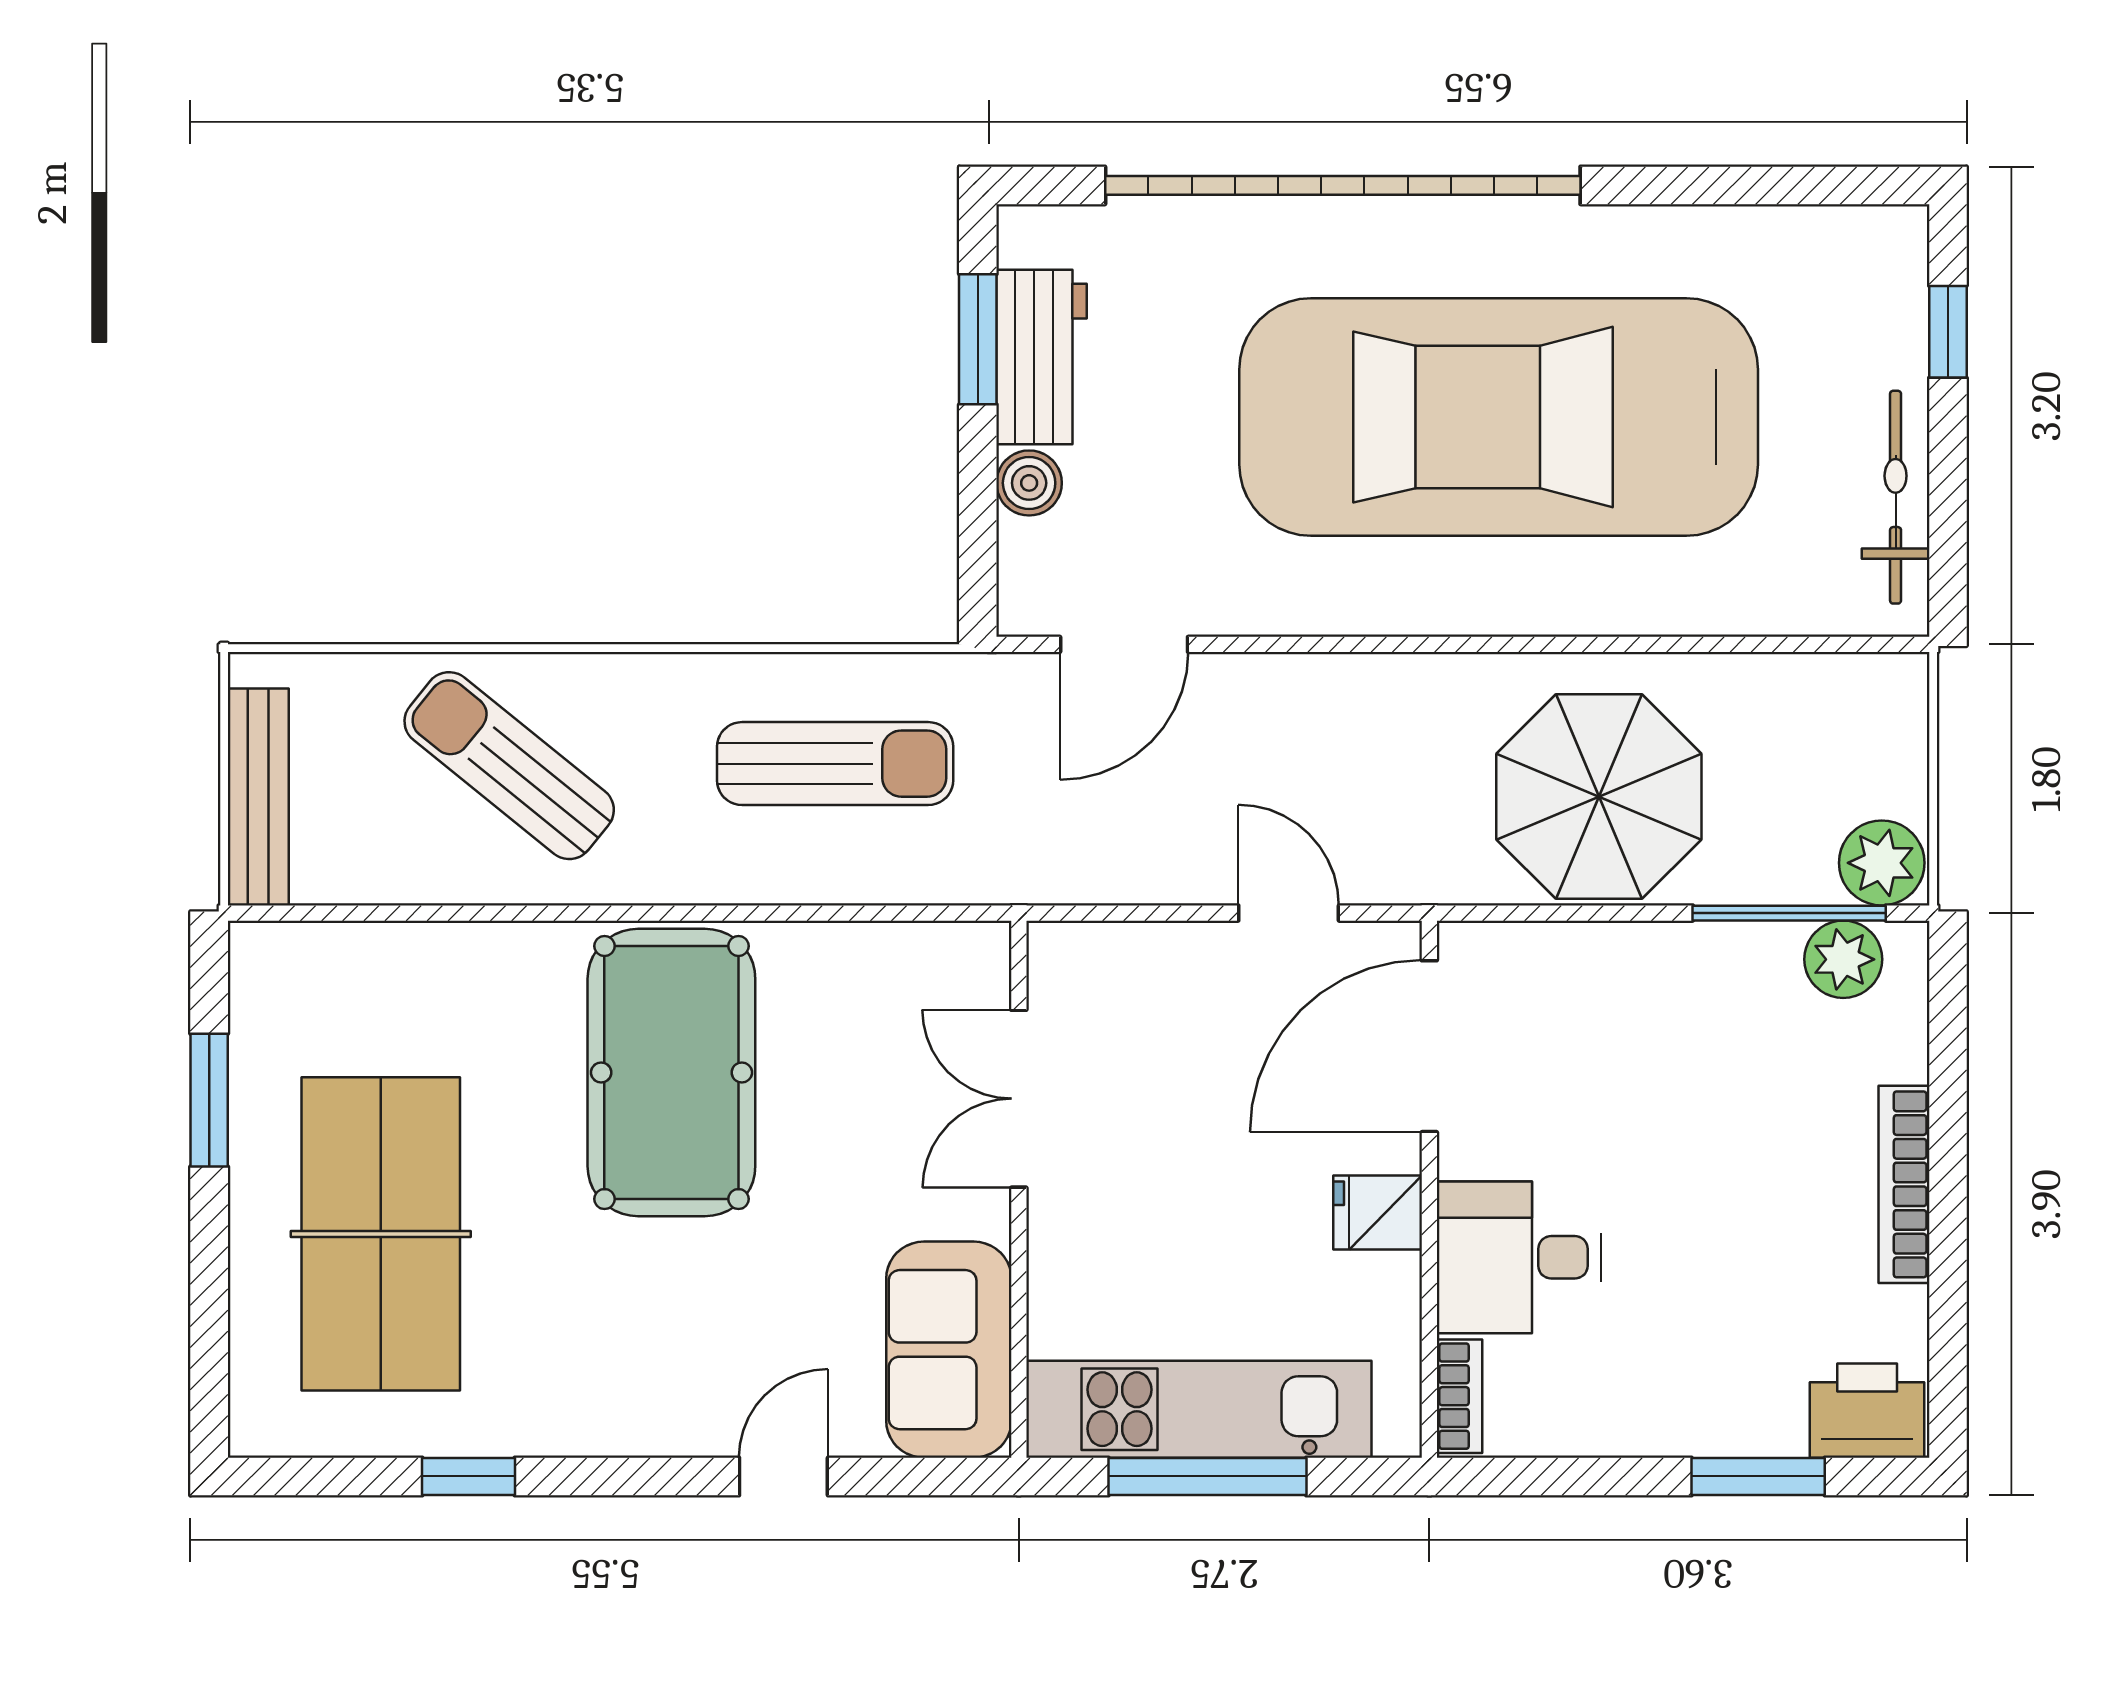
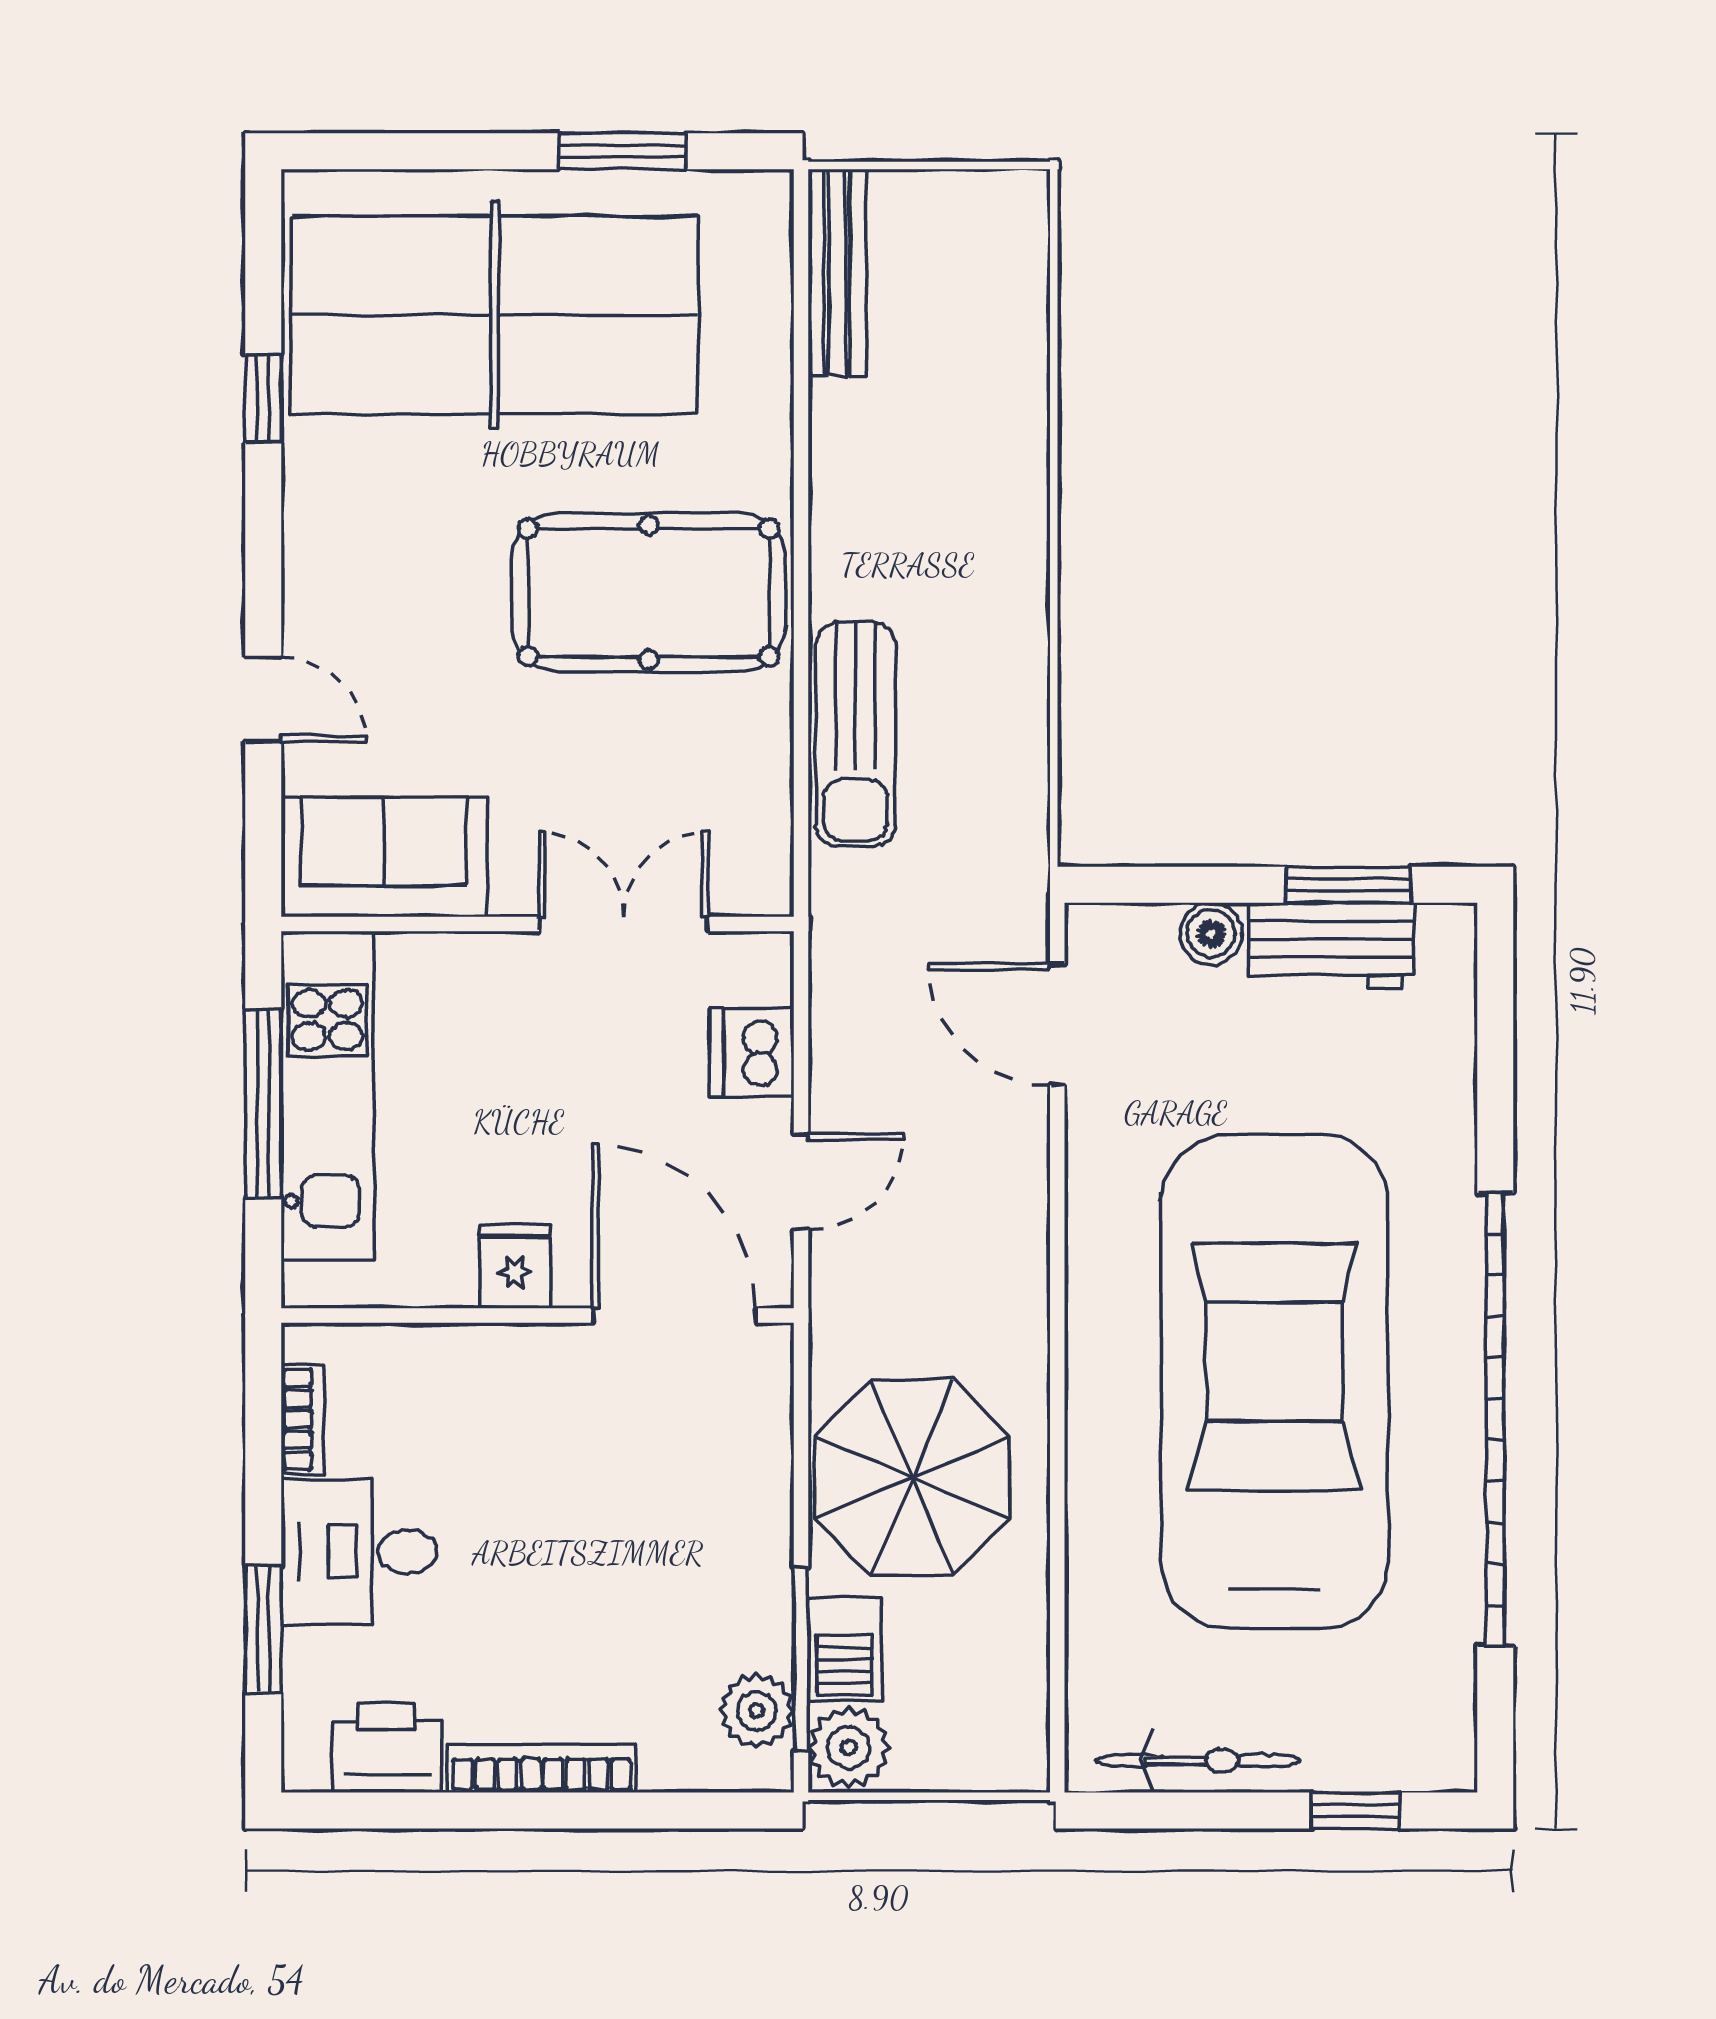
garage door: (1343, 185) -> (1495, 1420), moved
sun lounger: (835, 764) -> (856, 734), moved
sun lounger: (509, 766) -> (942, 438), removed
bench: (258, 797) -> (837, 273), moved, turned 90
barbecue: (1779, 867) -> (845, 1649), added
dishwasher: (1154, 965) -> (752, 1052), added
table tennis table: (381, 1234) -> (495, 315), width x1.36, depth x1.32
desk: (1519, 1257) -> (359, 1552), moved, turned -90
bookcase: (1459, 1396) -> (303, 1419), moved, turned -90
printer: (1867, 1411) -> (387, 1748), moved, turned -90

